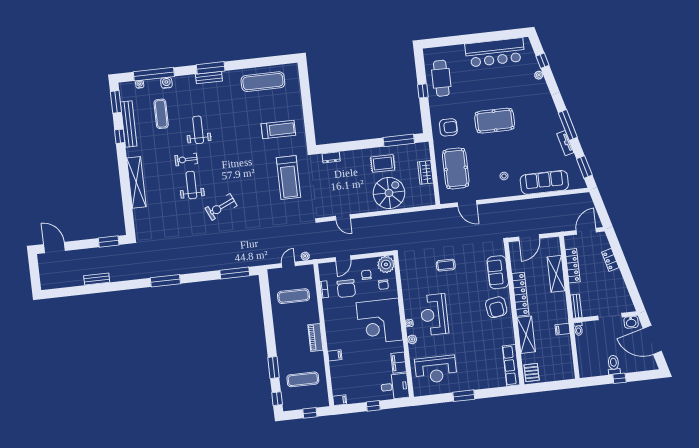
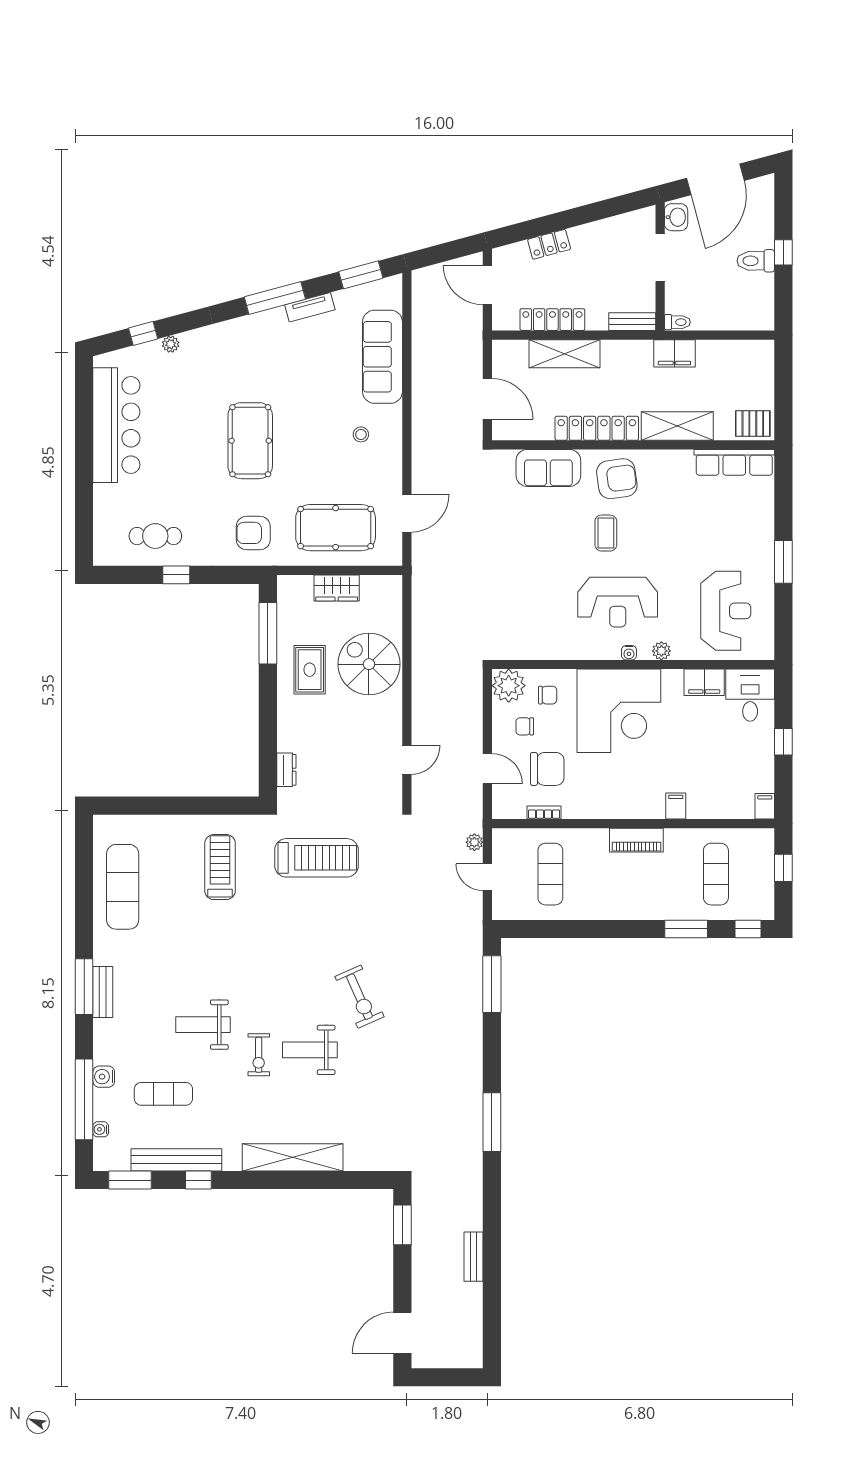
cafe table: (441, 78) -> (155, 536), width x0.73, depth x0.74
armchair: (448, 127) -> (253, 533), turned -90
coffee table: (446, 265) -> (606, 533), moved
filing cabinet: (563, 329) -> (674, 353), width x2.00

